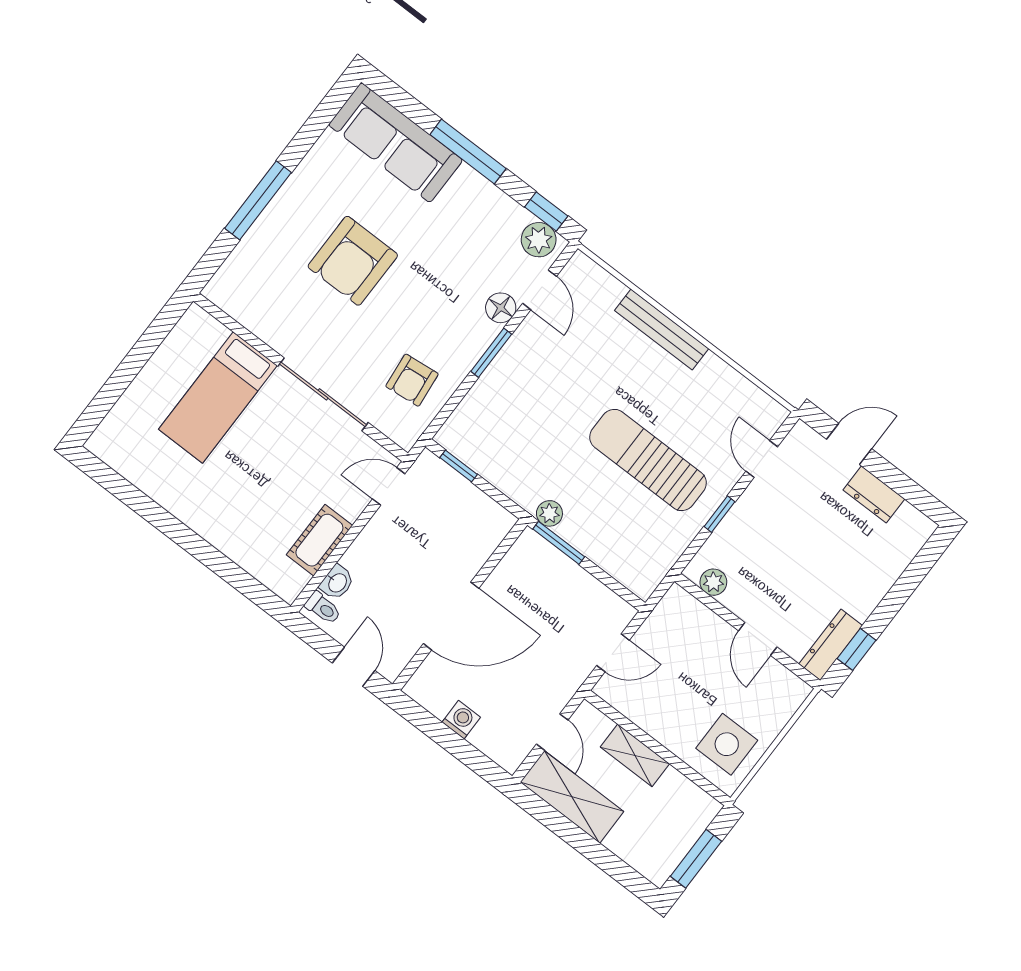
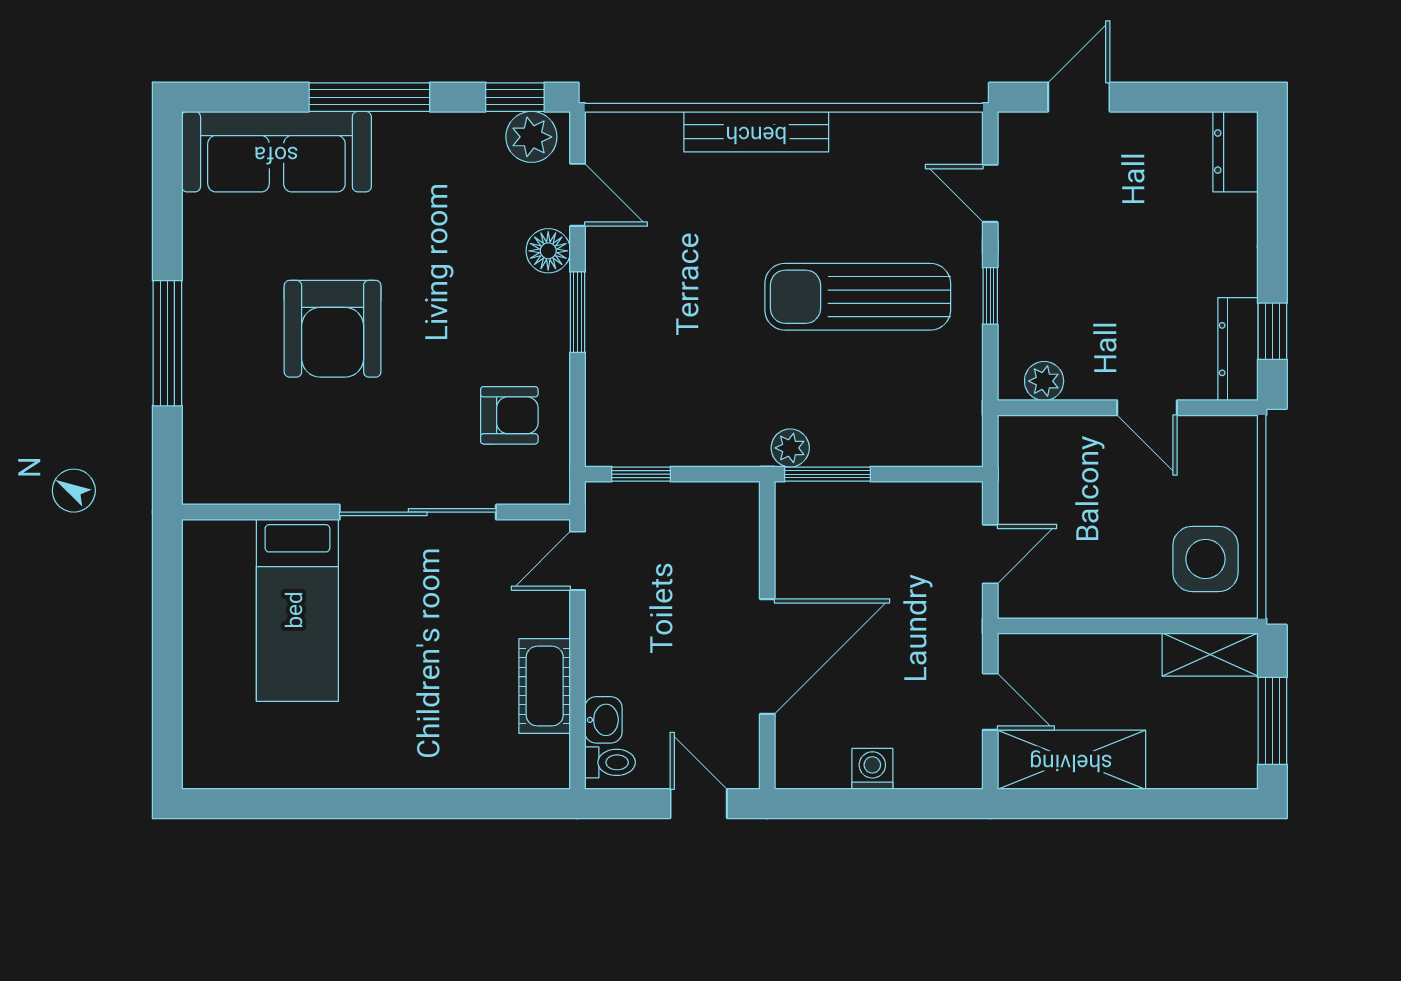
armchair: (412, 380) -> (509, 415), turned -84
dresser: (874, 494) -> (1235, 152), moved, turned 90
shelving: (635, 755) -> (1210, 655), moved

